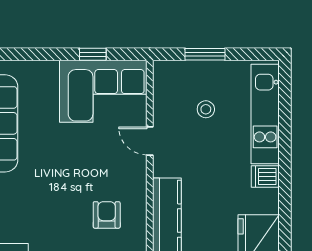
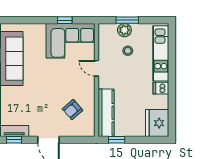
plant: (200, 72) -> (124, 30), added
armchair: (107, 215) -> (72, 110), turned -131

